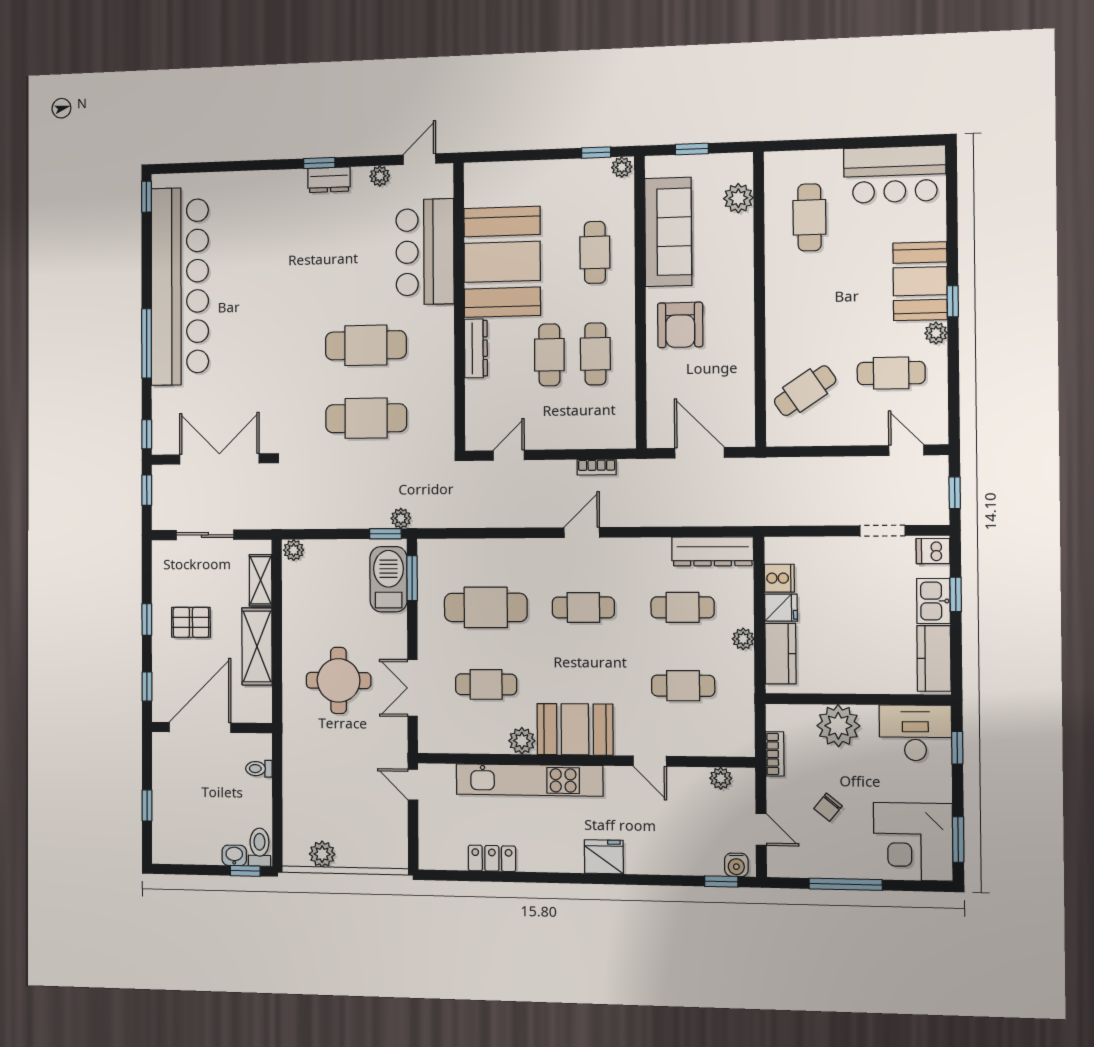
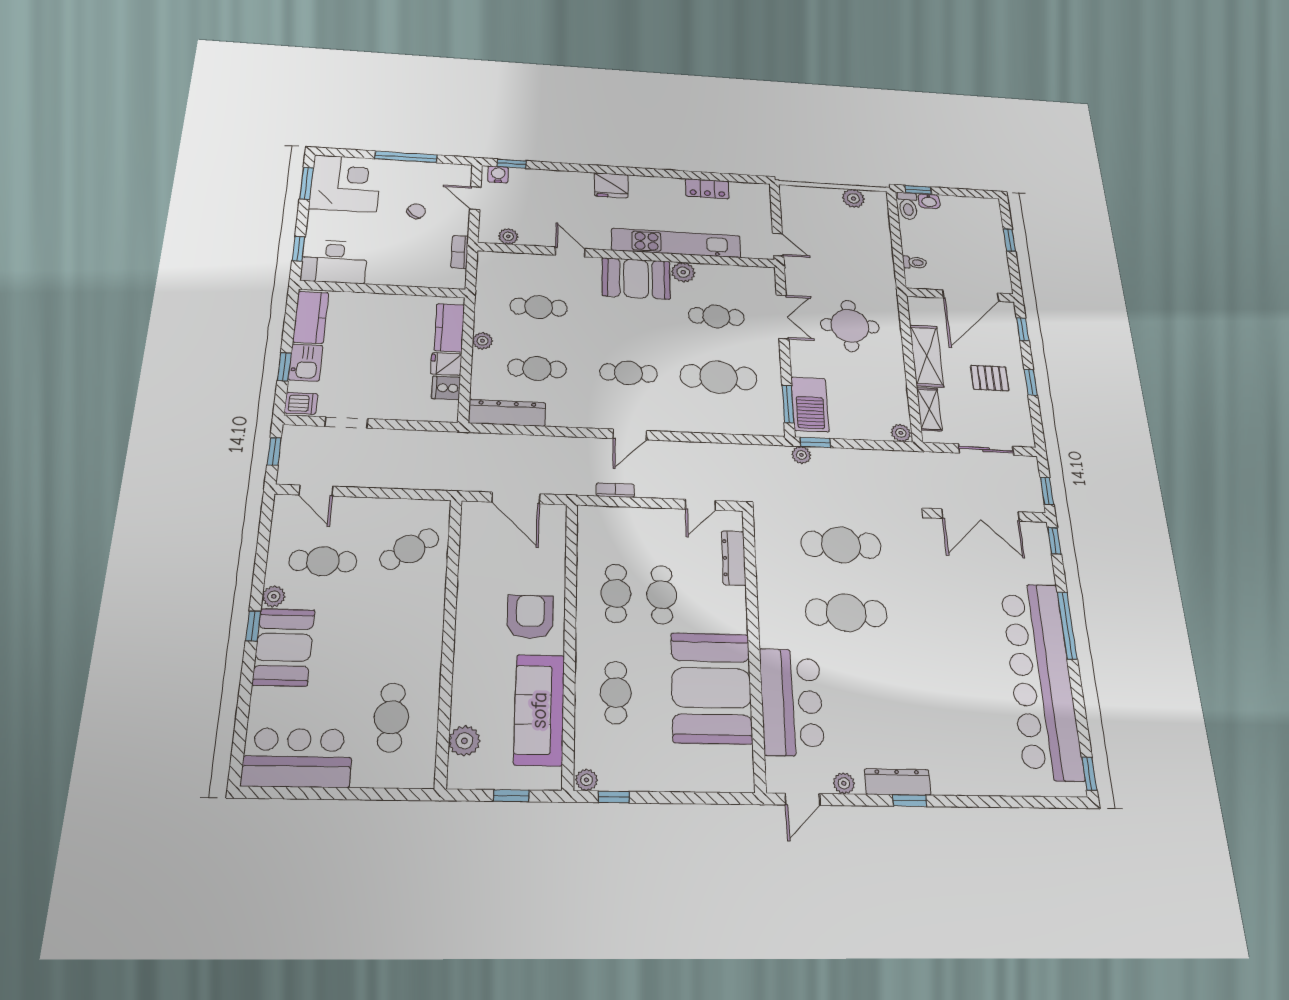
dresser: (329, 180) -> (898, 782), width x1.44
dresser: (476, 348) -> (734, 558), moved
plant: (838, 726) -> (402, 270), removed

